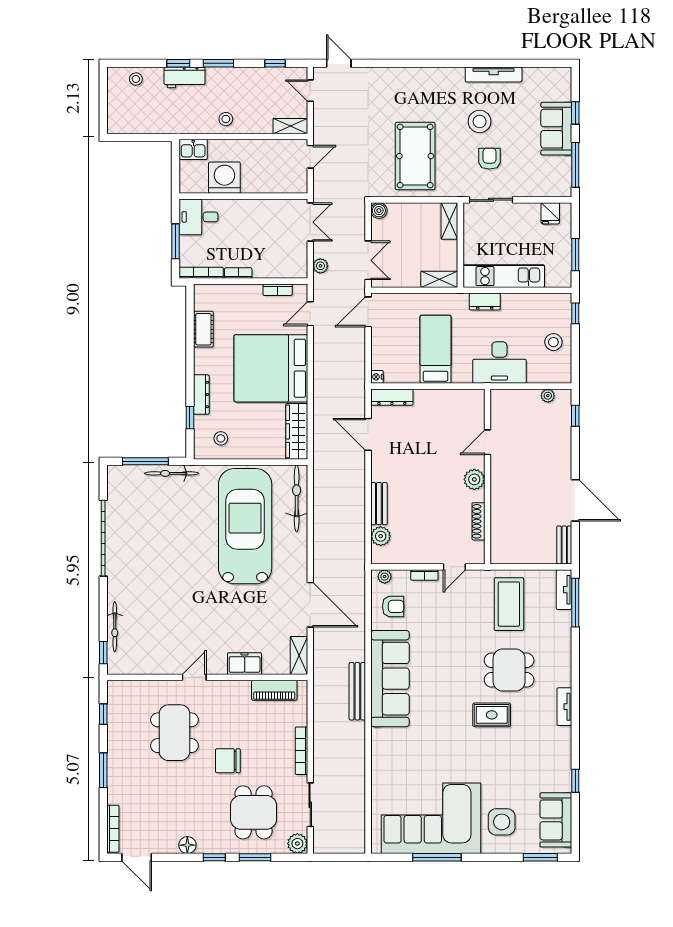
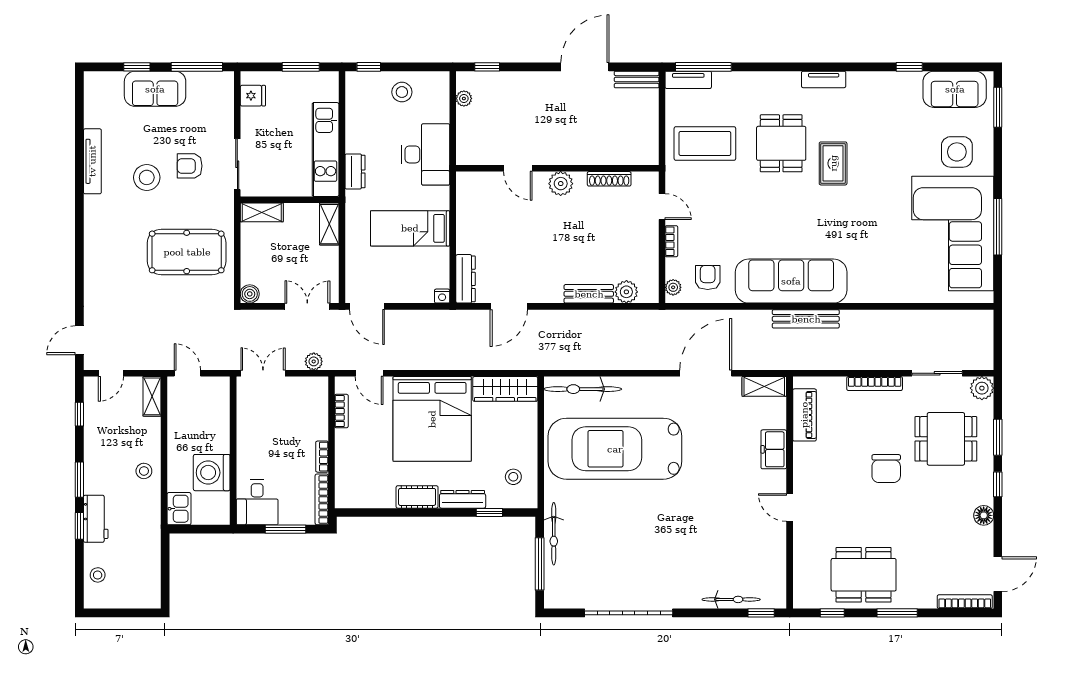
cot: (203, 329) -> (417, 497), moved
dining table: (174, 733) -> (864, 575), moved

